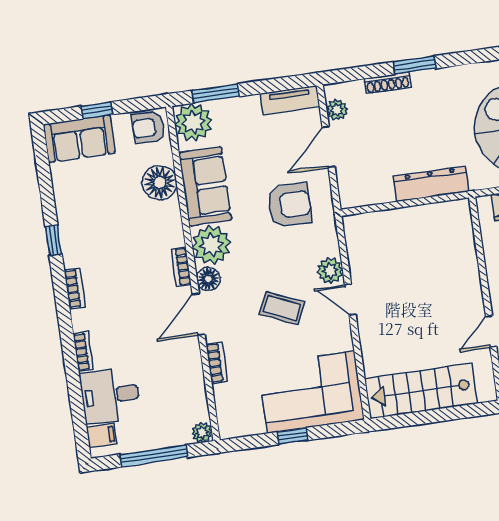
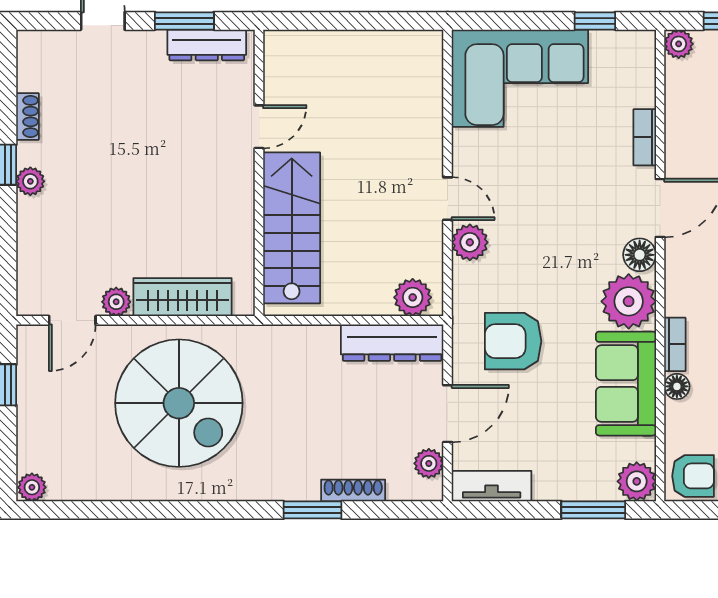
plant: (193, 122) -> (637, 481), width x0.73, depth x0.73
floor lamp: (160, 183) -> (677, 386), width x0.53, depth x0.53
dresser: (431, 184) -> (392, 343), moved
plant: (365, 226) -> (413, 297), added
bookcase: (181, 267) -> (675, 344), moved
coffee table: (282, 308) -> (544, 200), removed
stairs: (421, 391) -> (292, 228), moved, turned -90
window: (293, 436) -> (595, 21), moved

